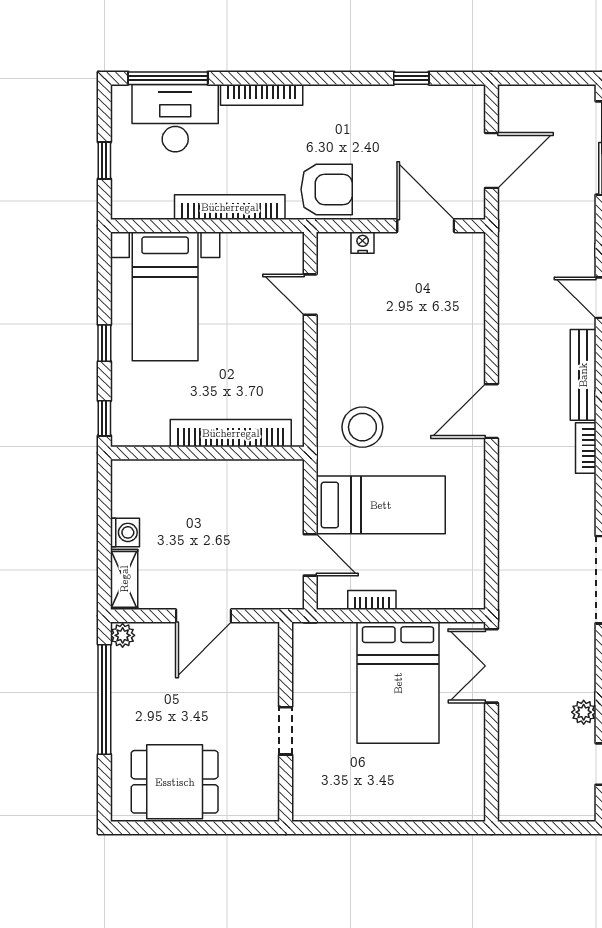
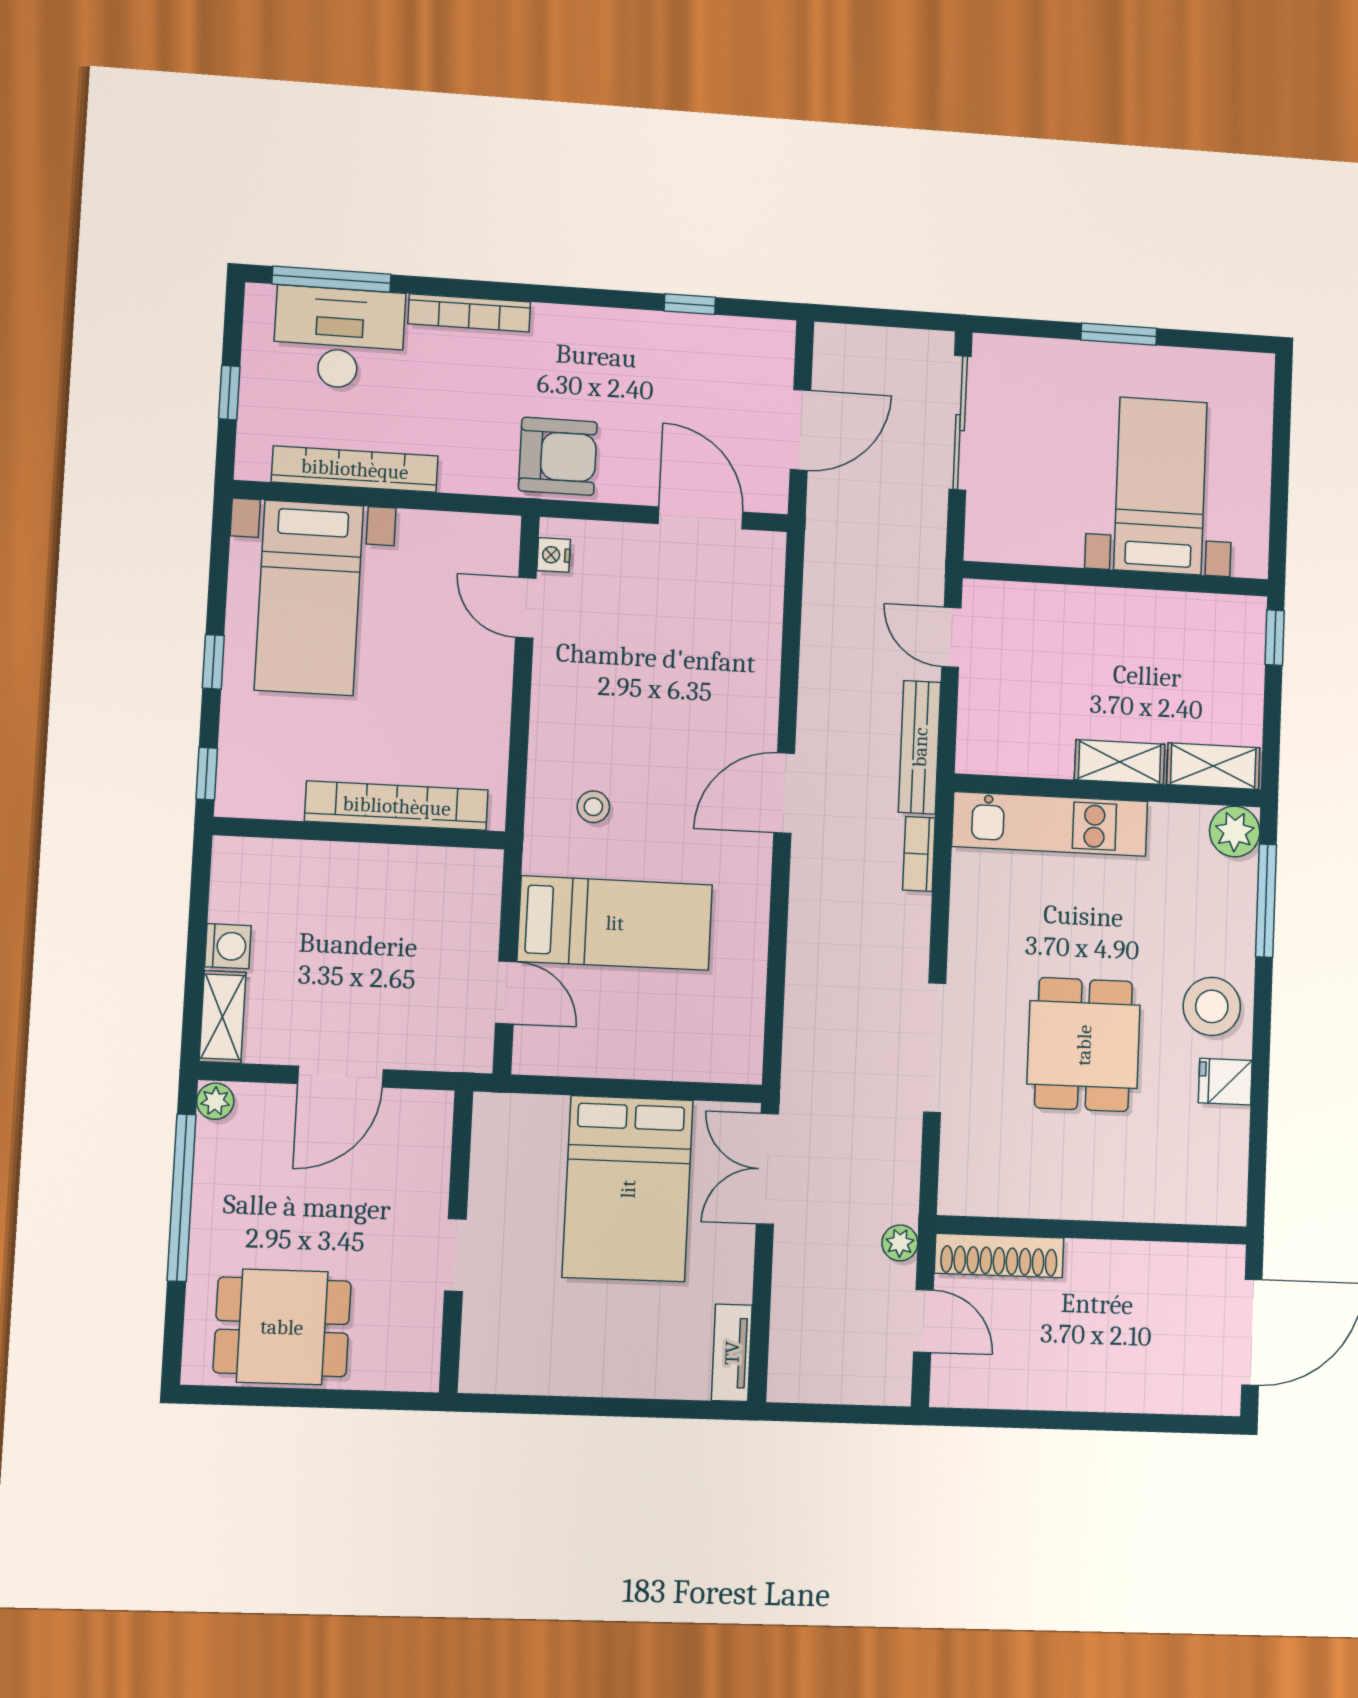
bookcase: (230, 207) -> (355, 469), moved
nightstand: (363, 243) -> (554, 555), moved, turned -90
stool: (362, 427) -> (593, 807), width x0.53, depth x0.53
bookcase: (372, 600) -> (595, 1064), removed
tv unit: (473, 789) -> (732, 1353), added

